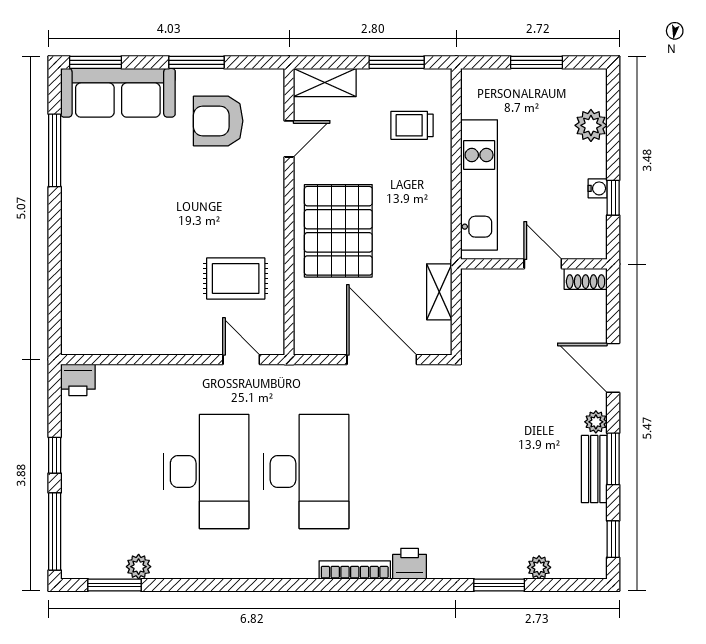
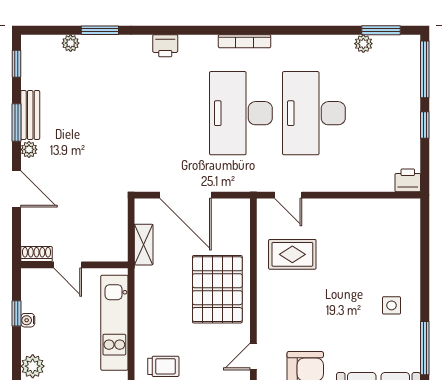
side table: (100, 209) -> (392, 305), added
bookcase: (355, 570) -> (245, 41), moved

